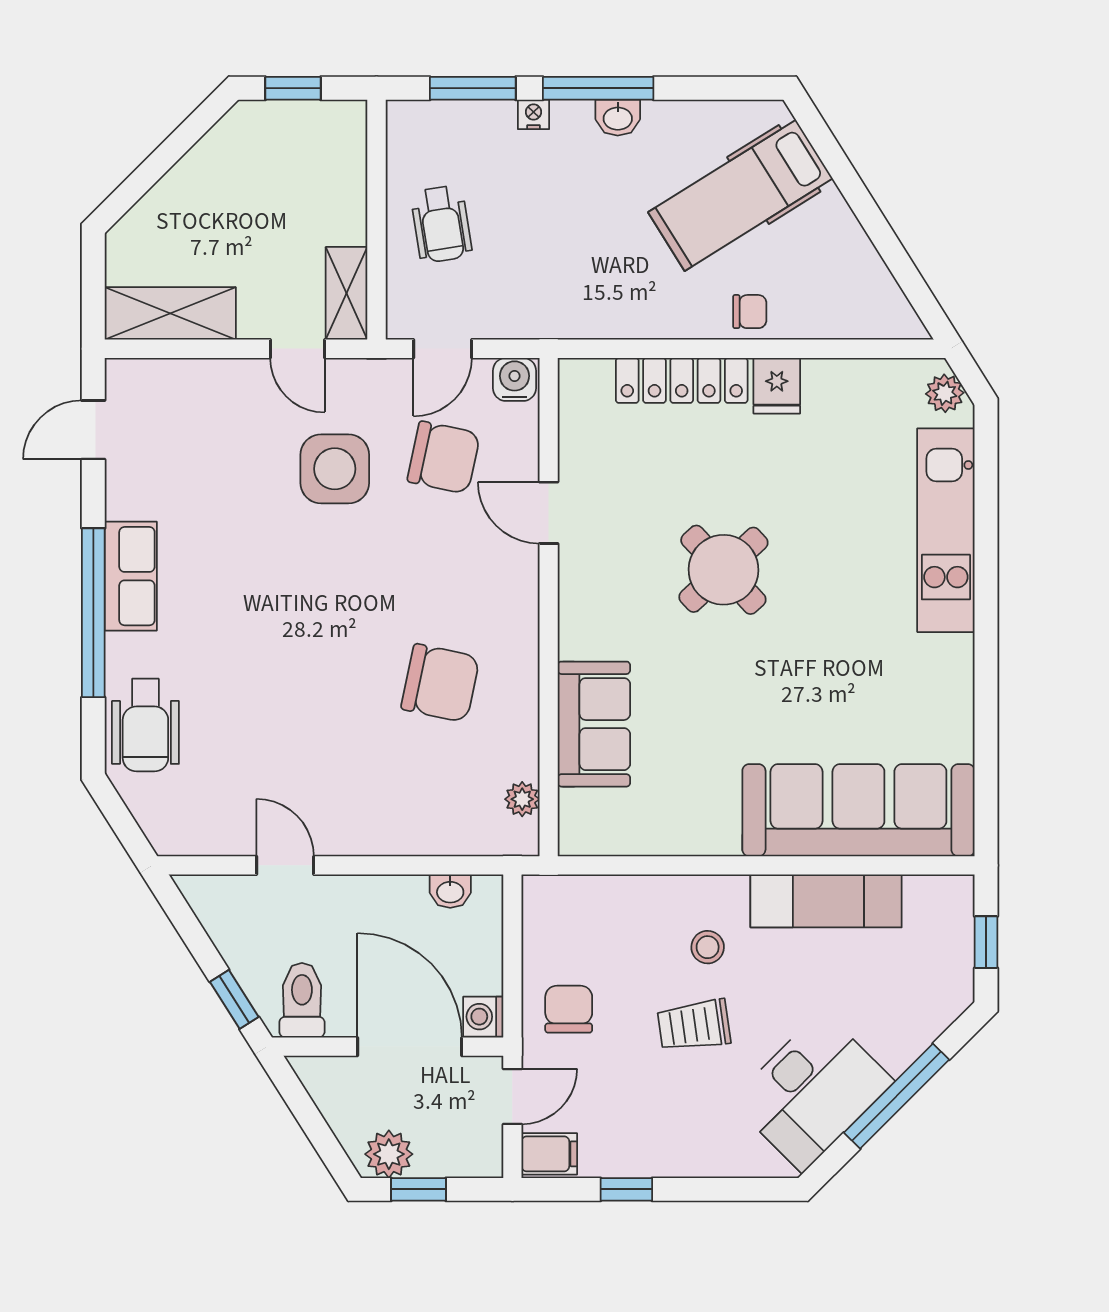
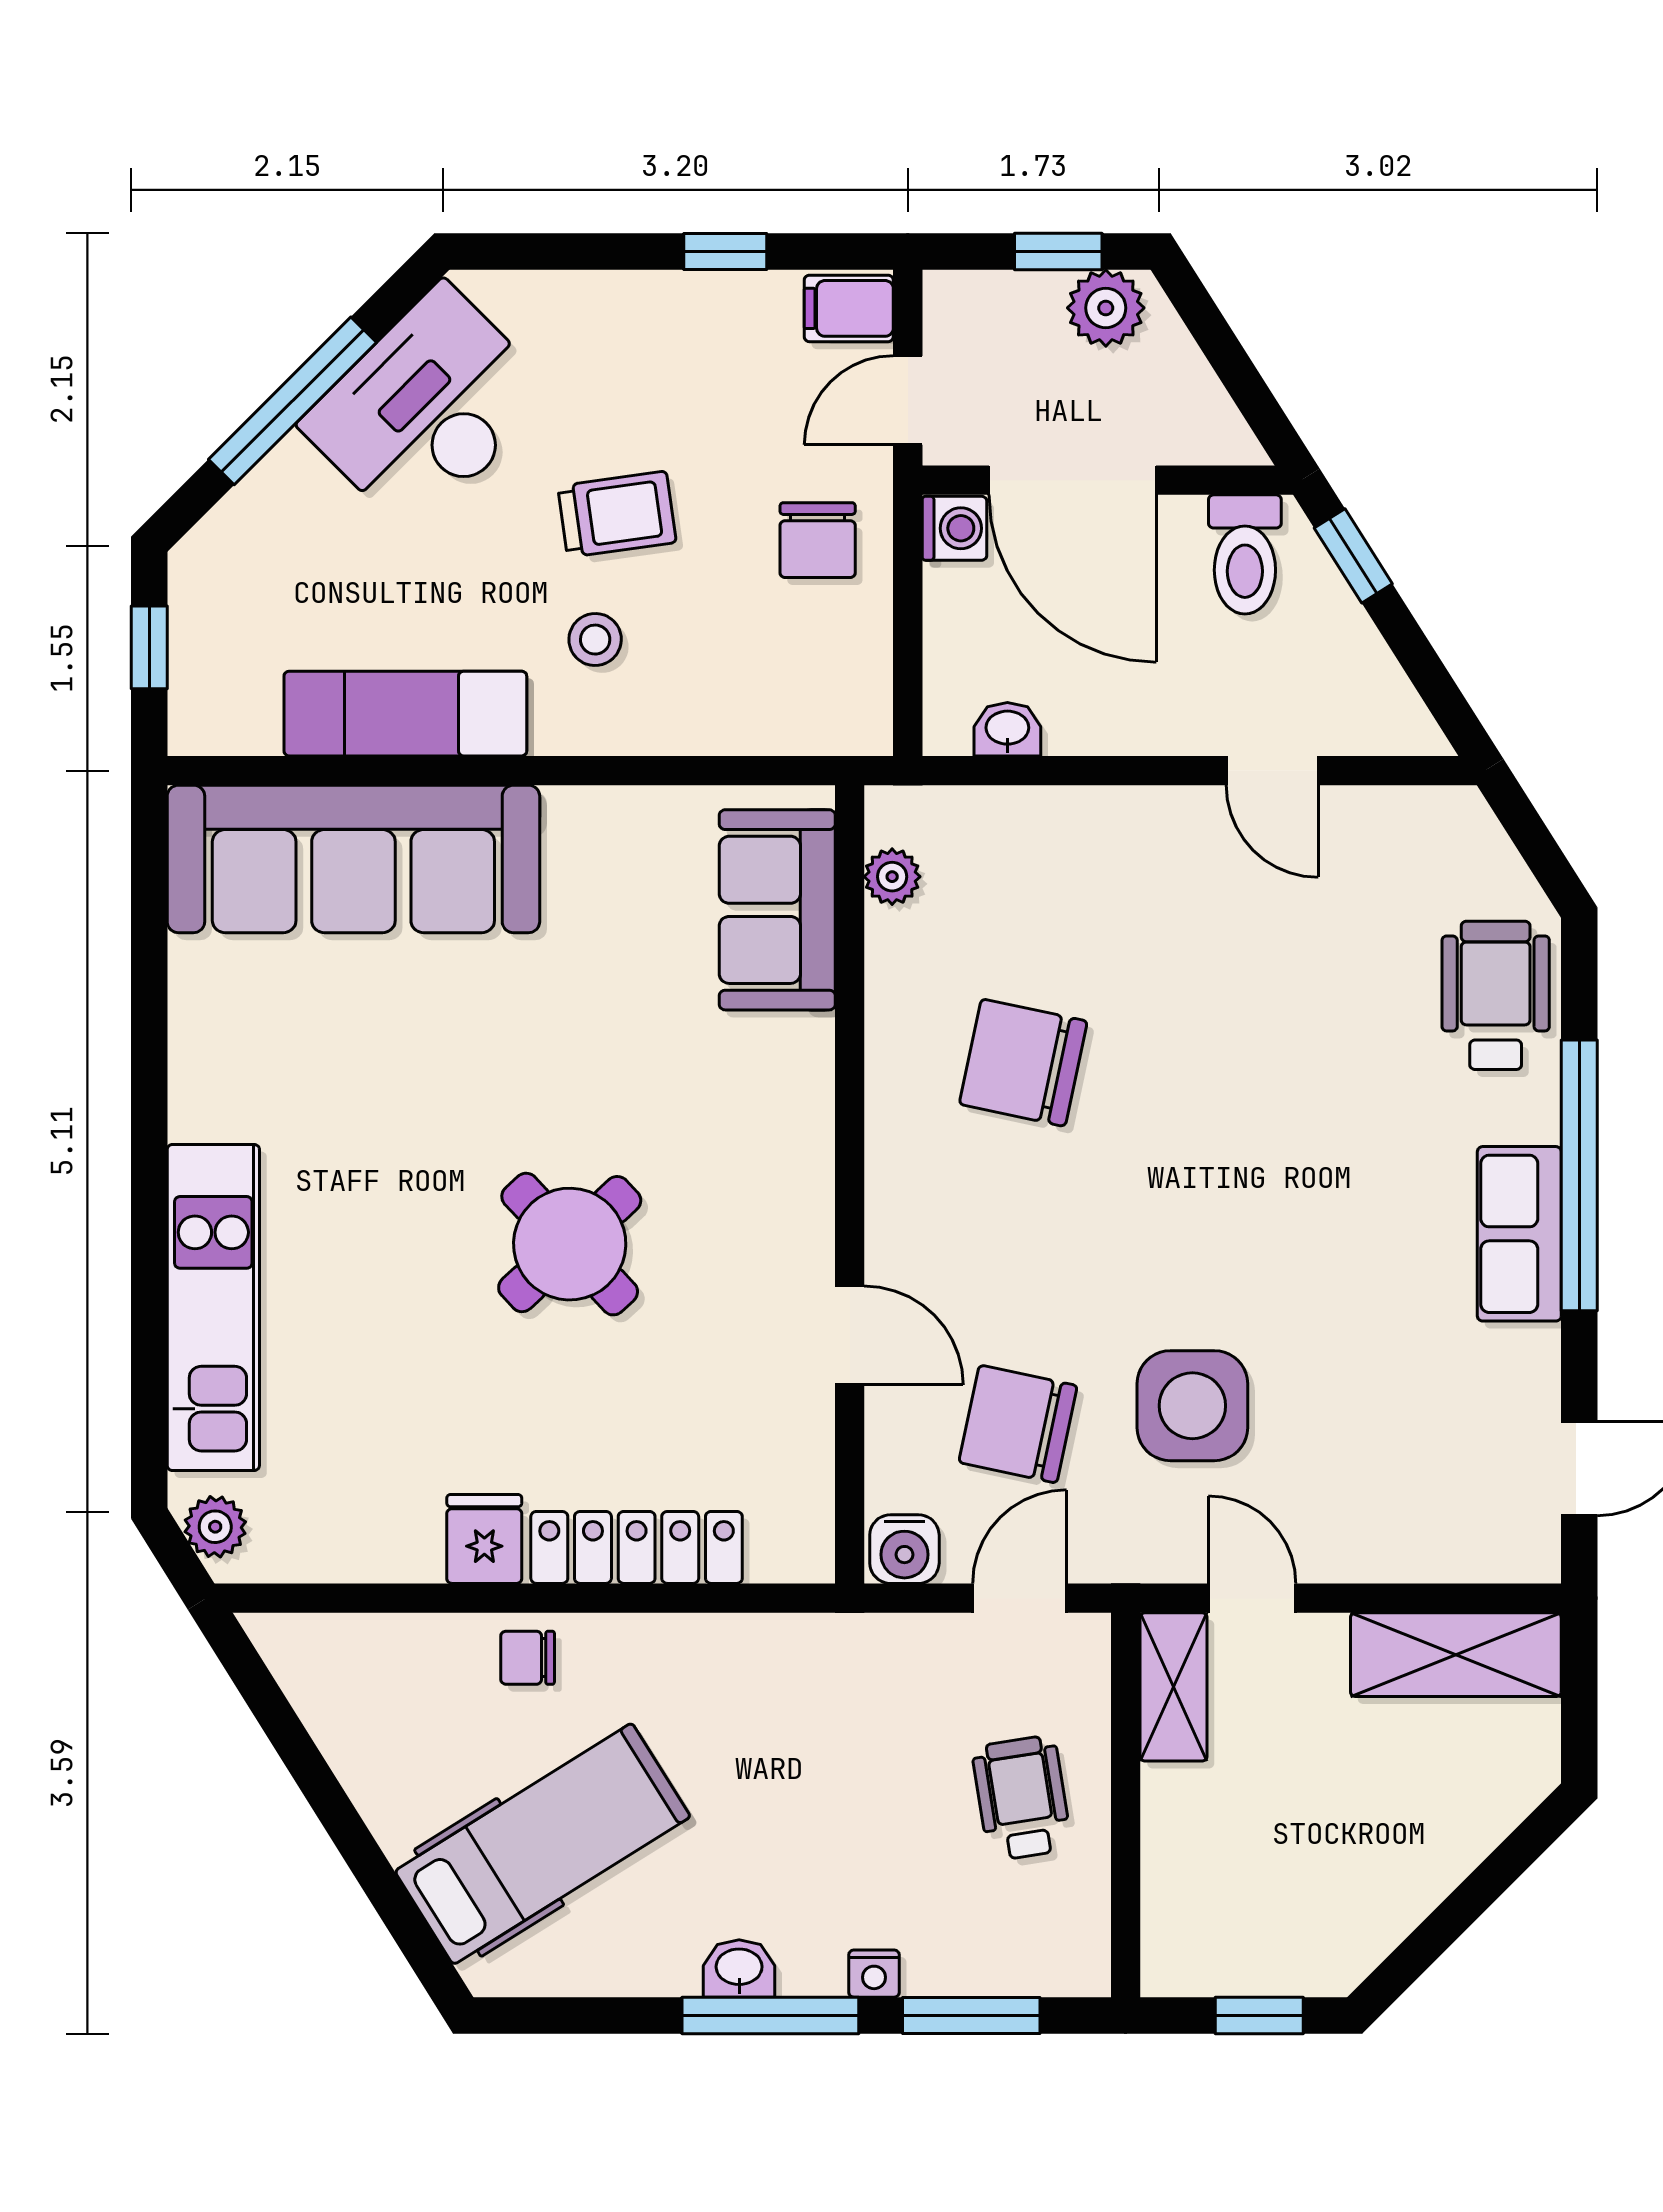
sofa: (594, 724) -> (777, 910), moved

